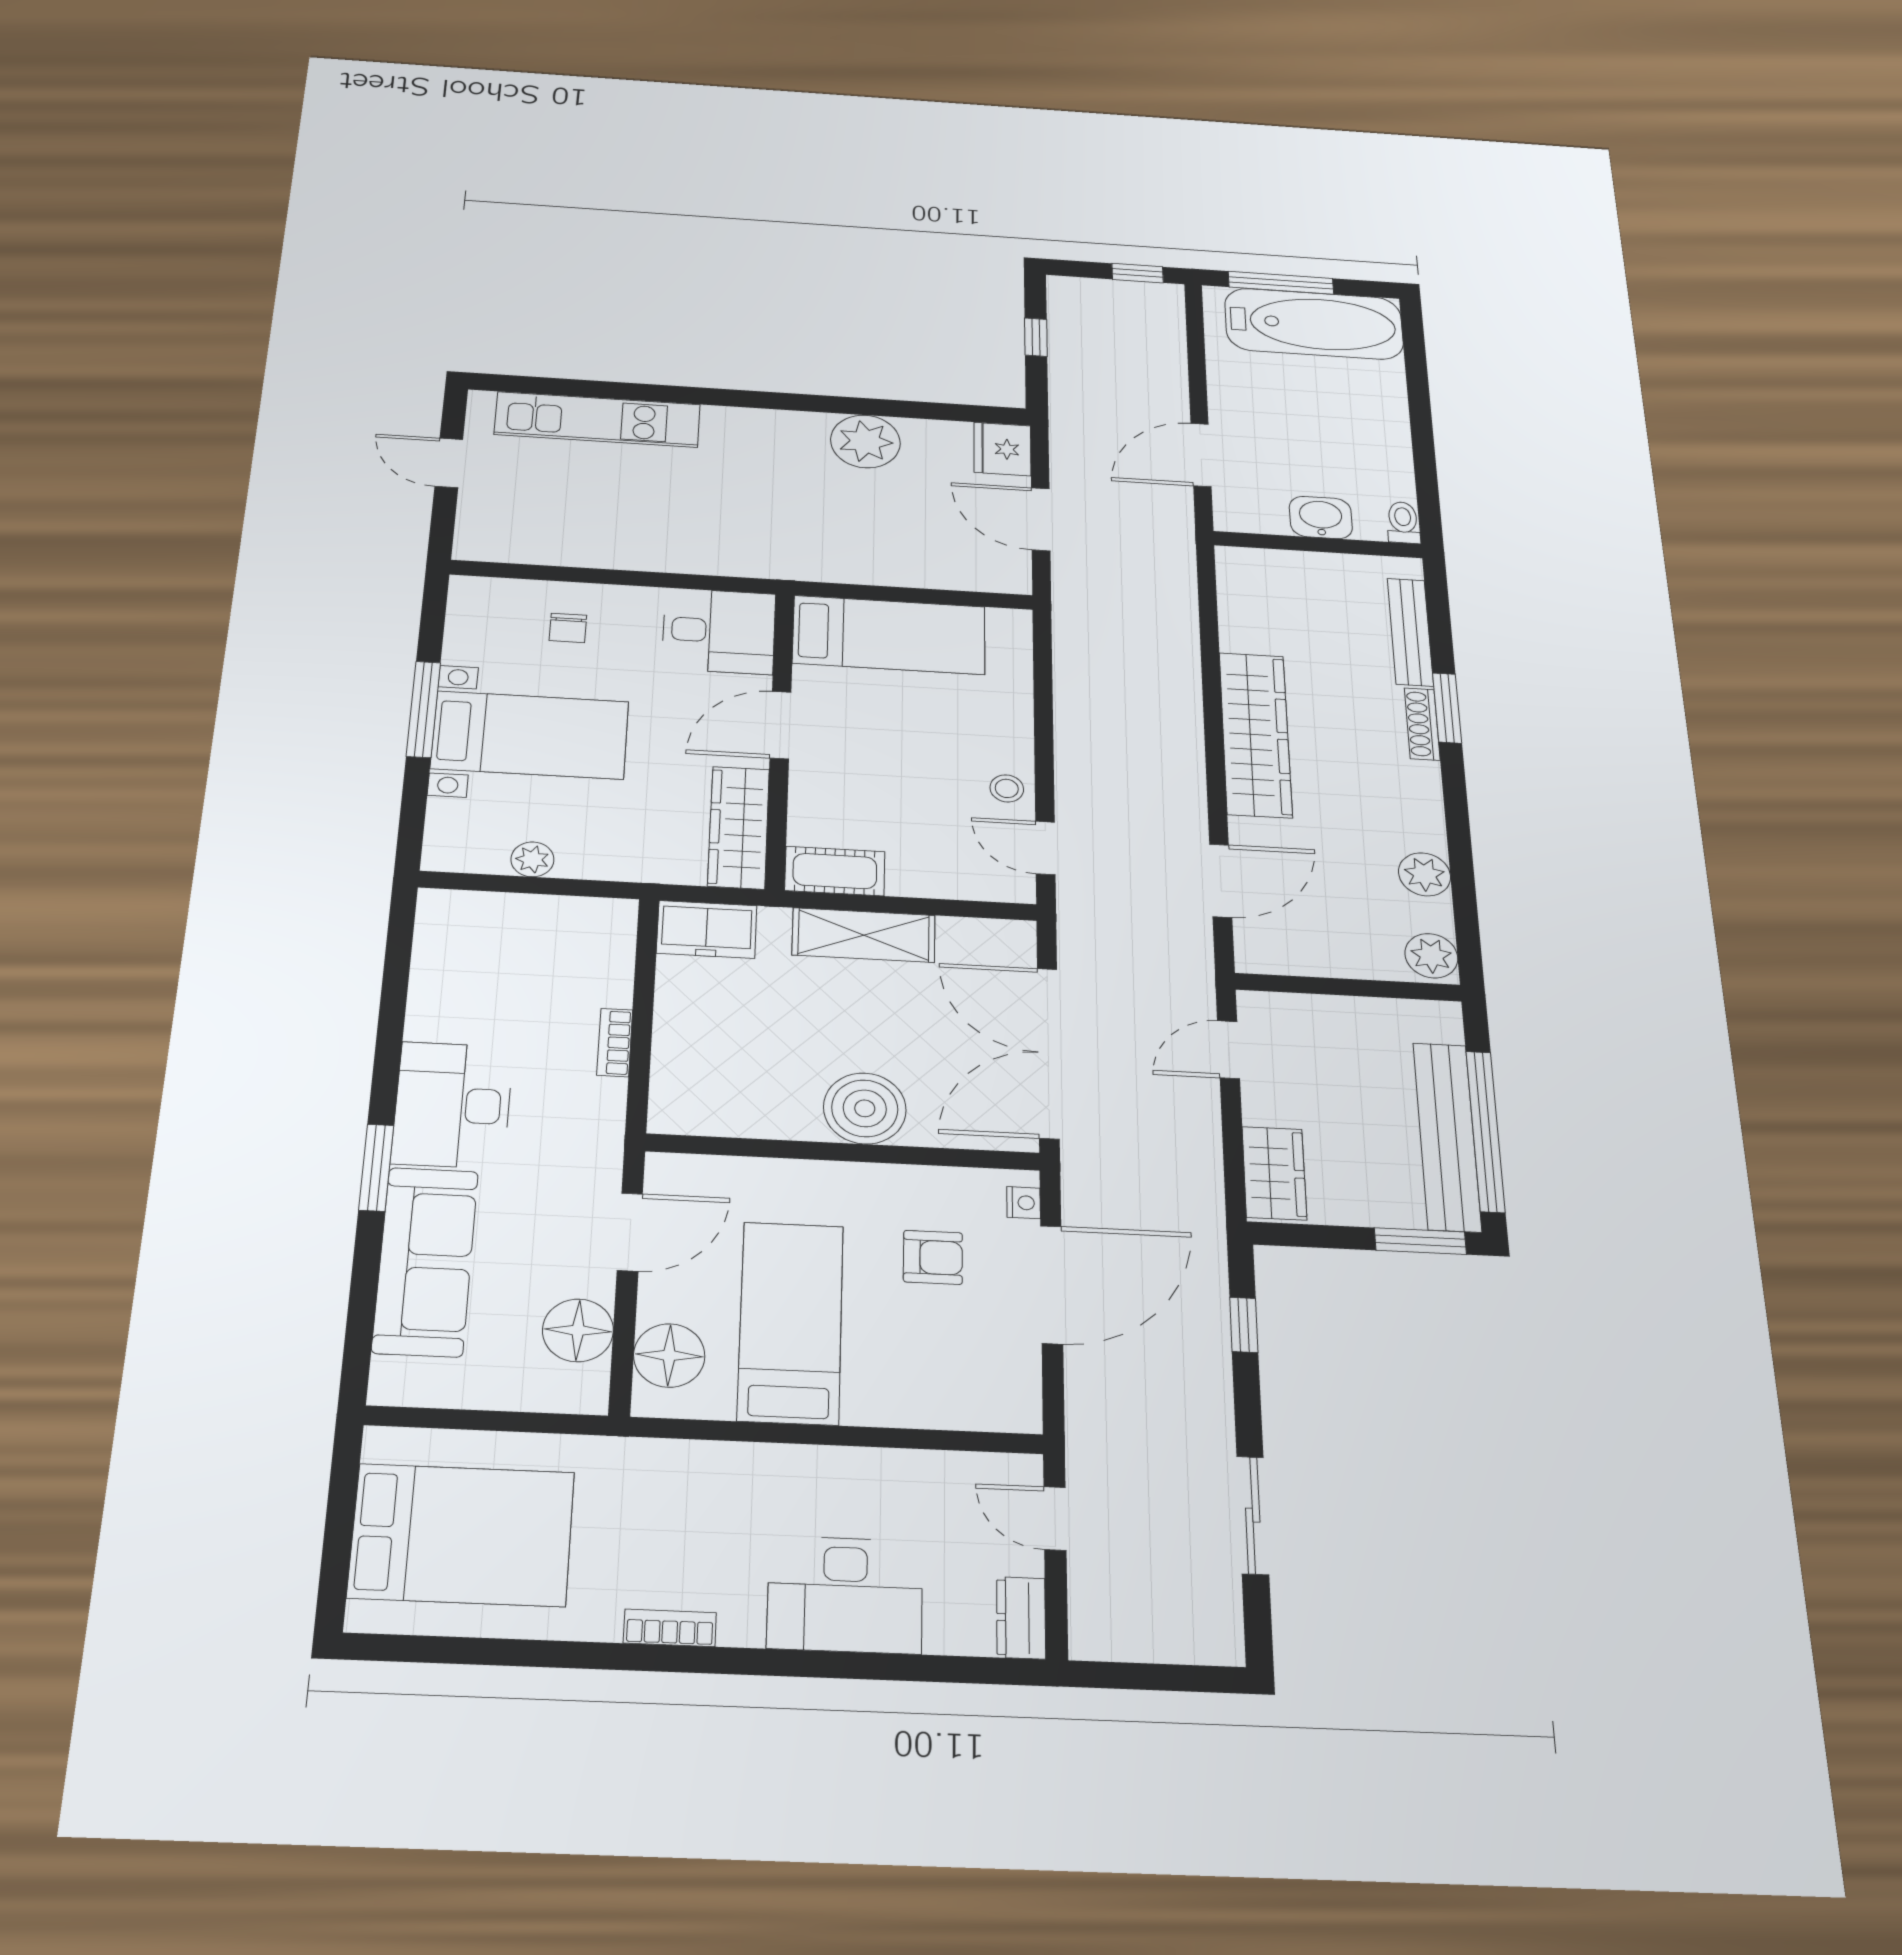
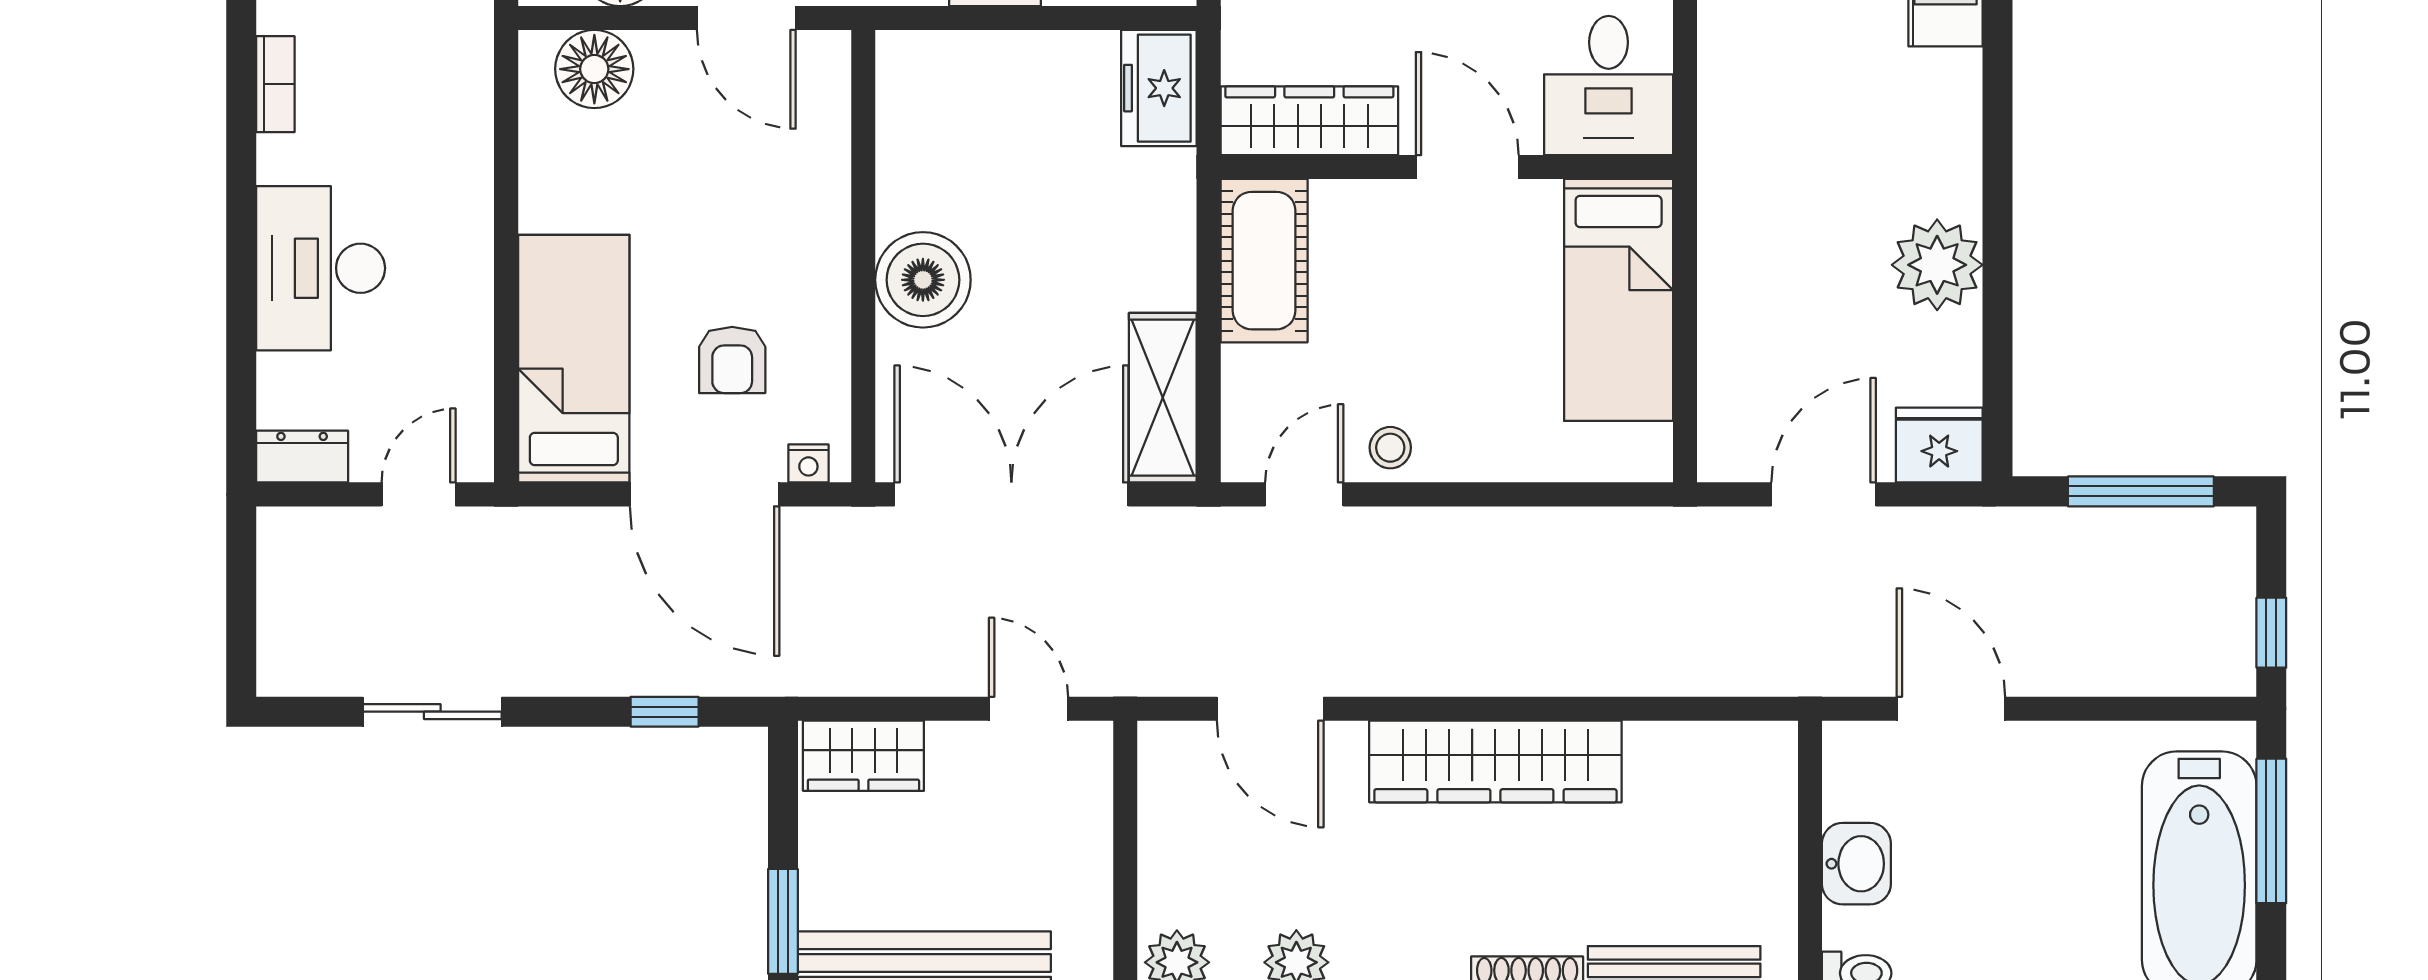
window: (1036, 337) -> (2141, 491), width x2.17
cot: (835, 871) -> (1264, 261), width x1.37, depth x1.34
shelving: (864, 935) -> (1163, 398), moved
bed: (791, 1322) -> (574, 359), moved, turned -90

